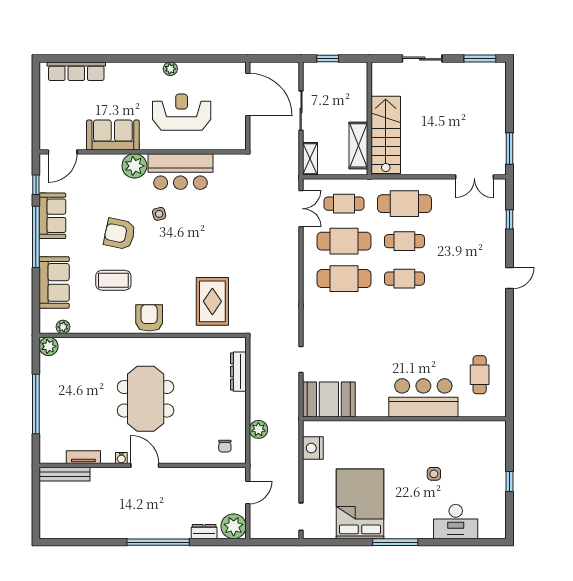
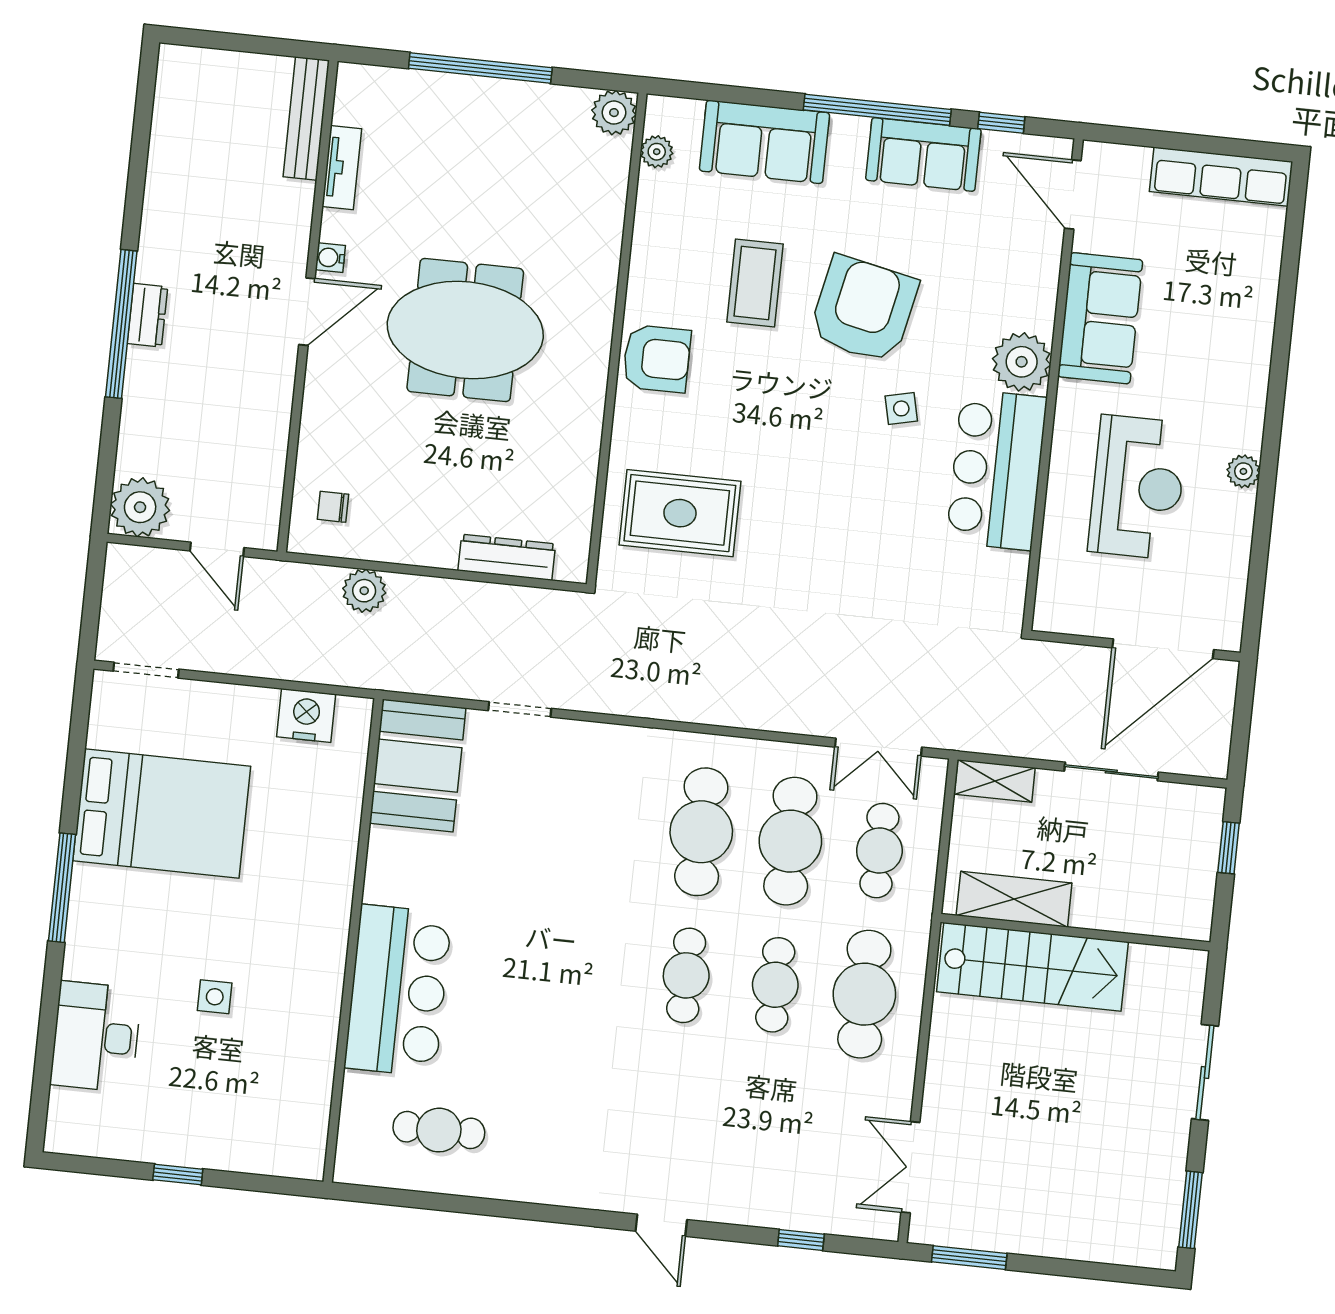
row of seats: (76, 71) -> (1221, 177), moved, turned -90
armchair: (120, 234) -> (864, 309), width x1.36, depth x1.36
dresser: (204, 532) -> (147, 315), moved

